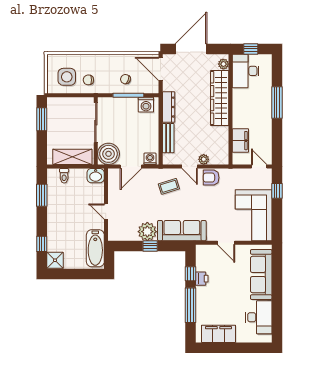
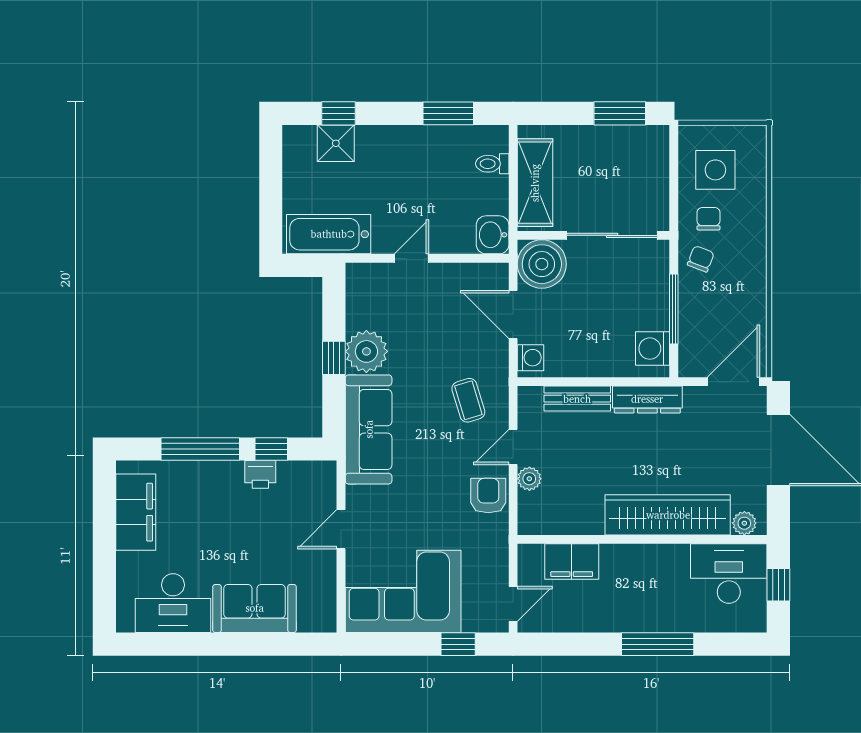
chair: (125, 79) -> (701, 259), moved
shower: (55, 260) -> (336, 143), moved
sofa: (261, 274) -> (255, 608), width x0.73

